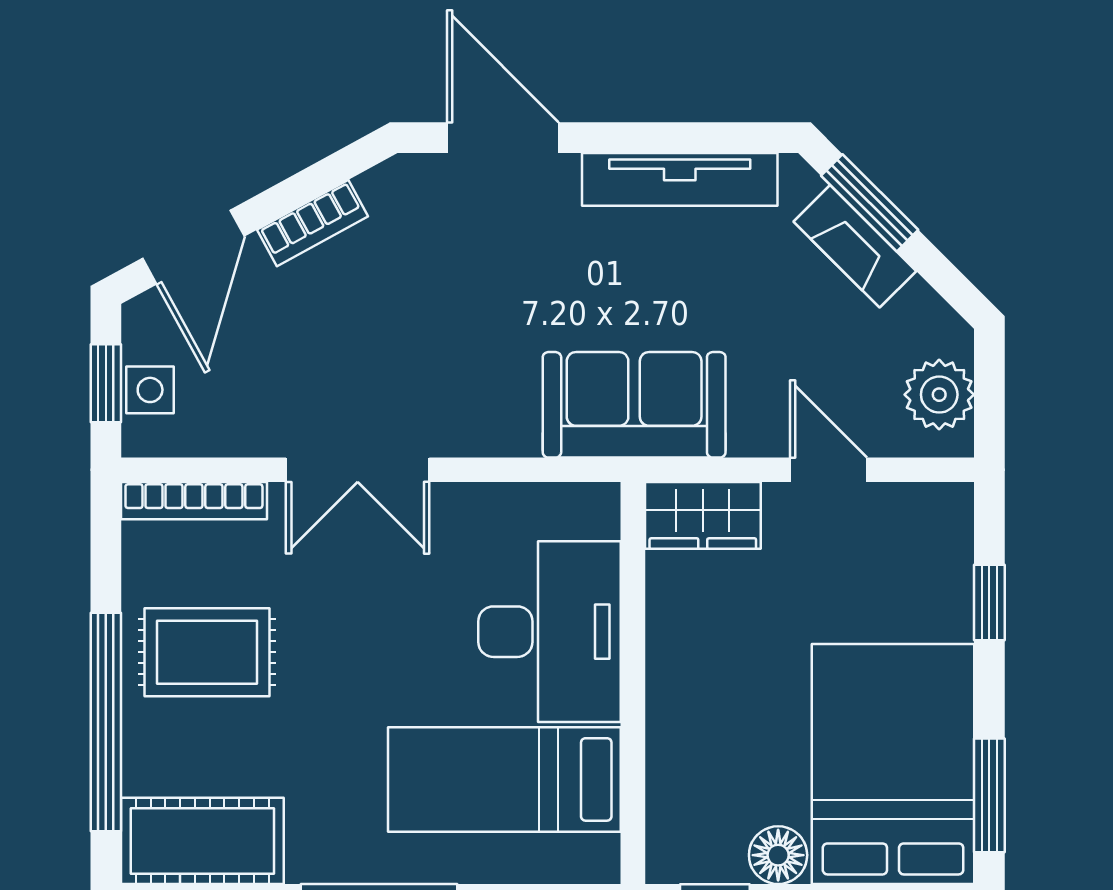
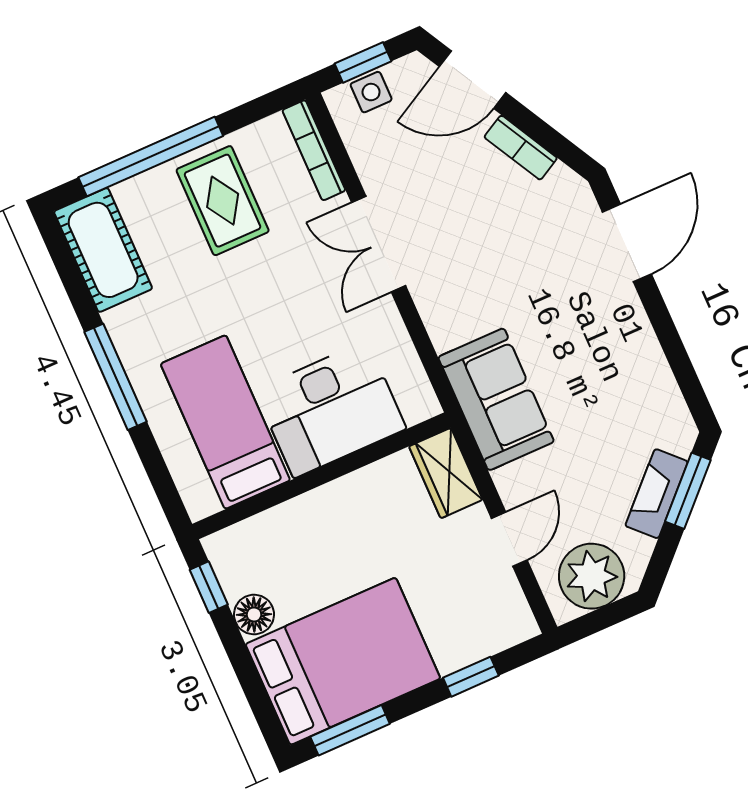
tv unit: (680, 179) -> (650, 365), removed
plant: (939, 395) -> (592, 576), width x1.36, depth x1.36

